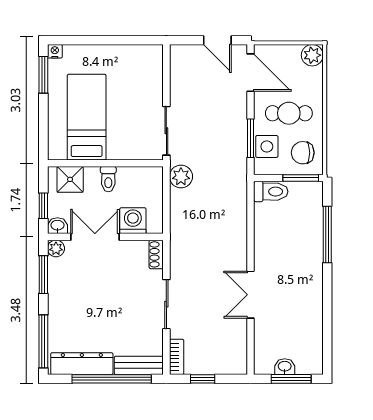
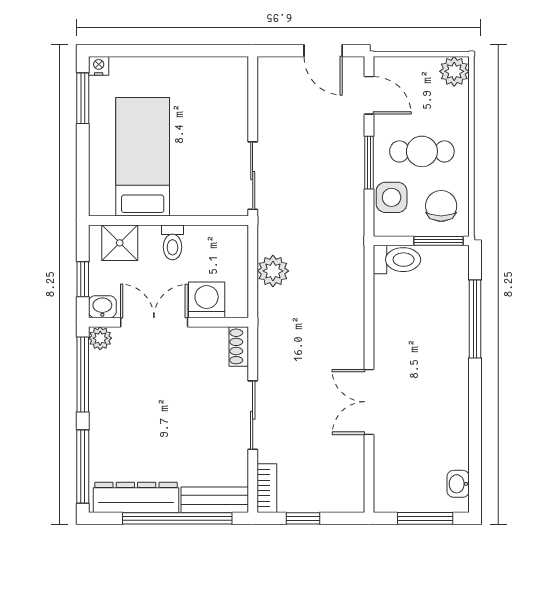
door: (250, 73) -> (369, 95), width x0.73
window: (250, 138) -> (369, 163), moved
chair: (303, 153) -> (441, 206), turned 90
plant: (181, 177) -> (273, 271), moved
window: (43, 275) -> (83, 375), width x1.44
washbasin: (285, 367) -> (458, 484), moved, turned -90

